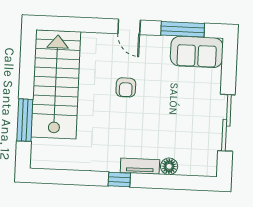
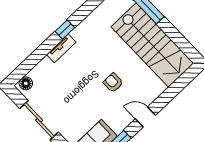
floor lamp: (169, 166) -> (26, 83), moved

